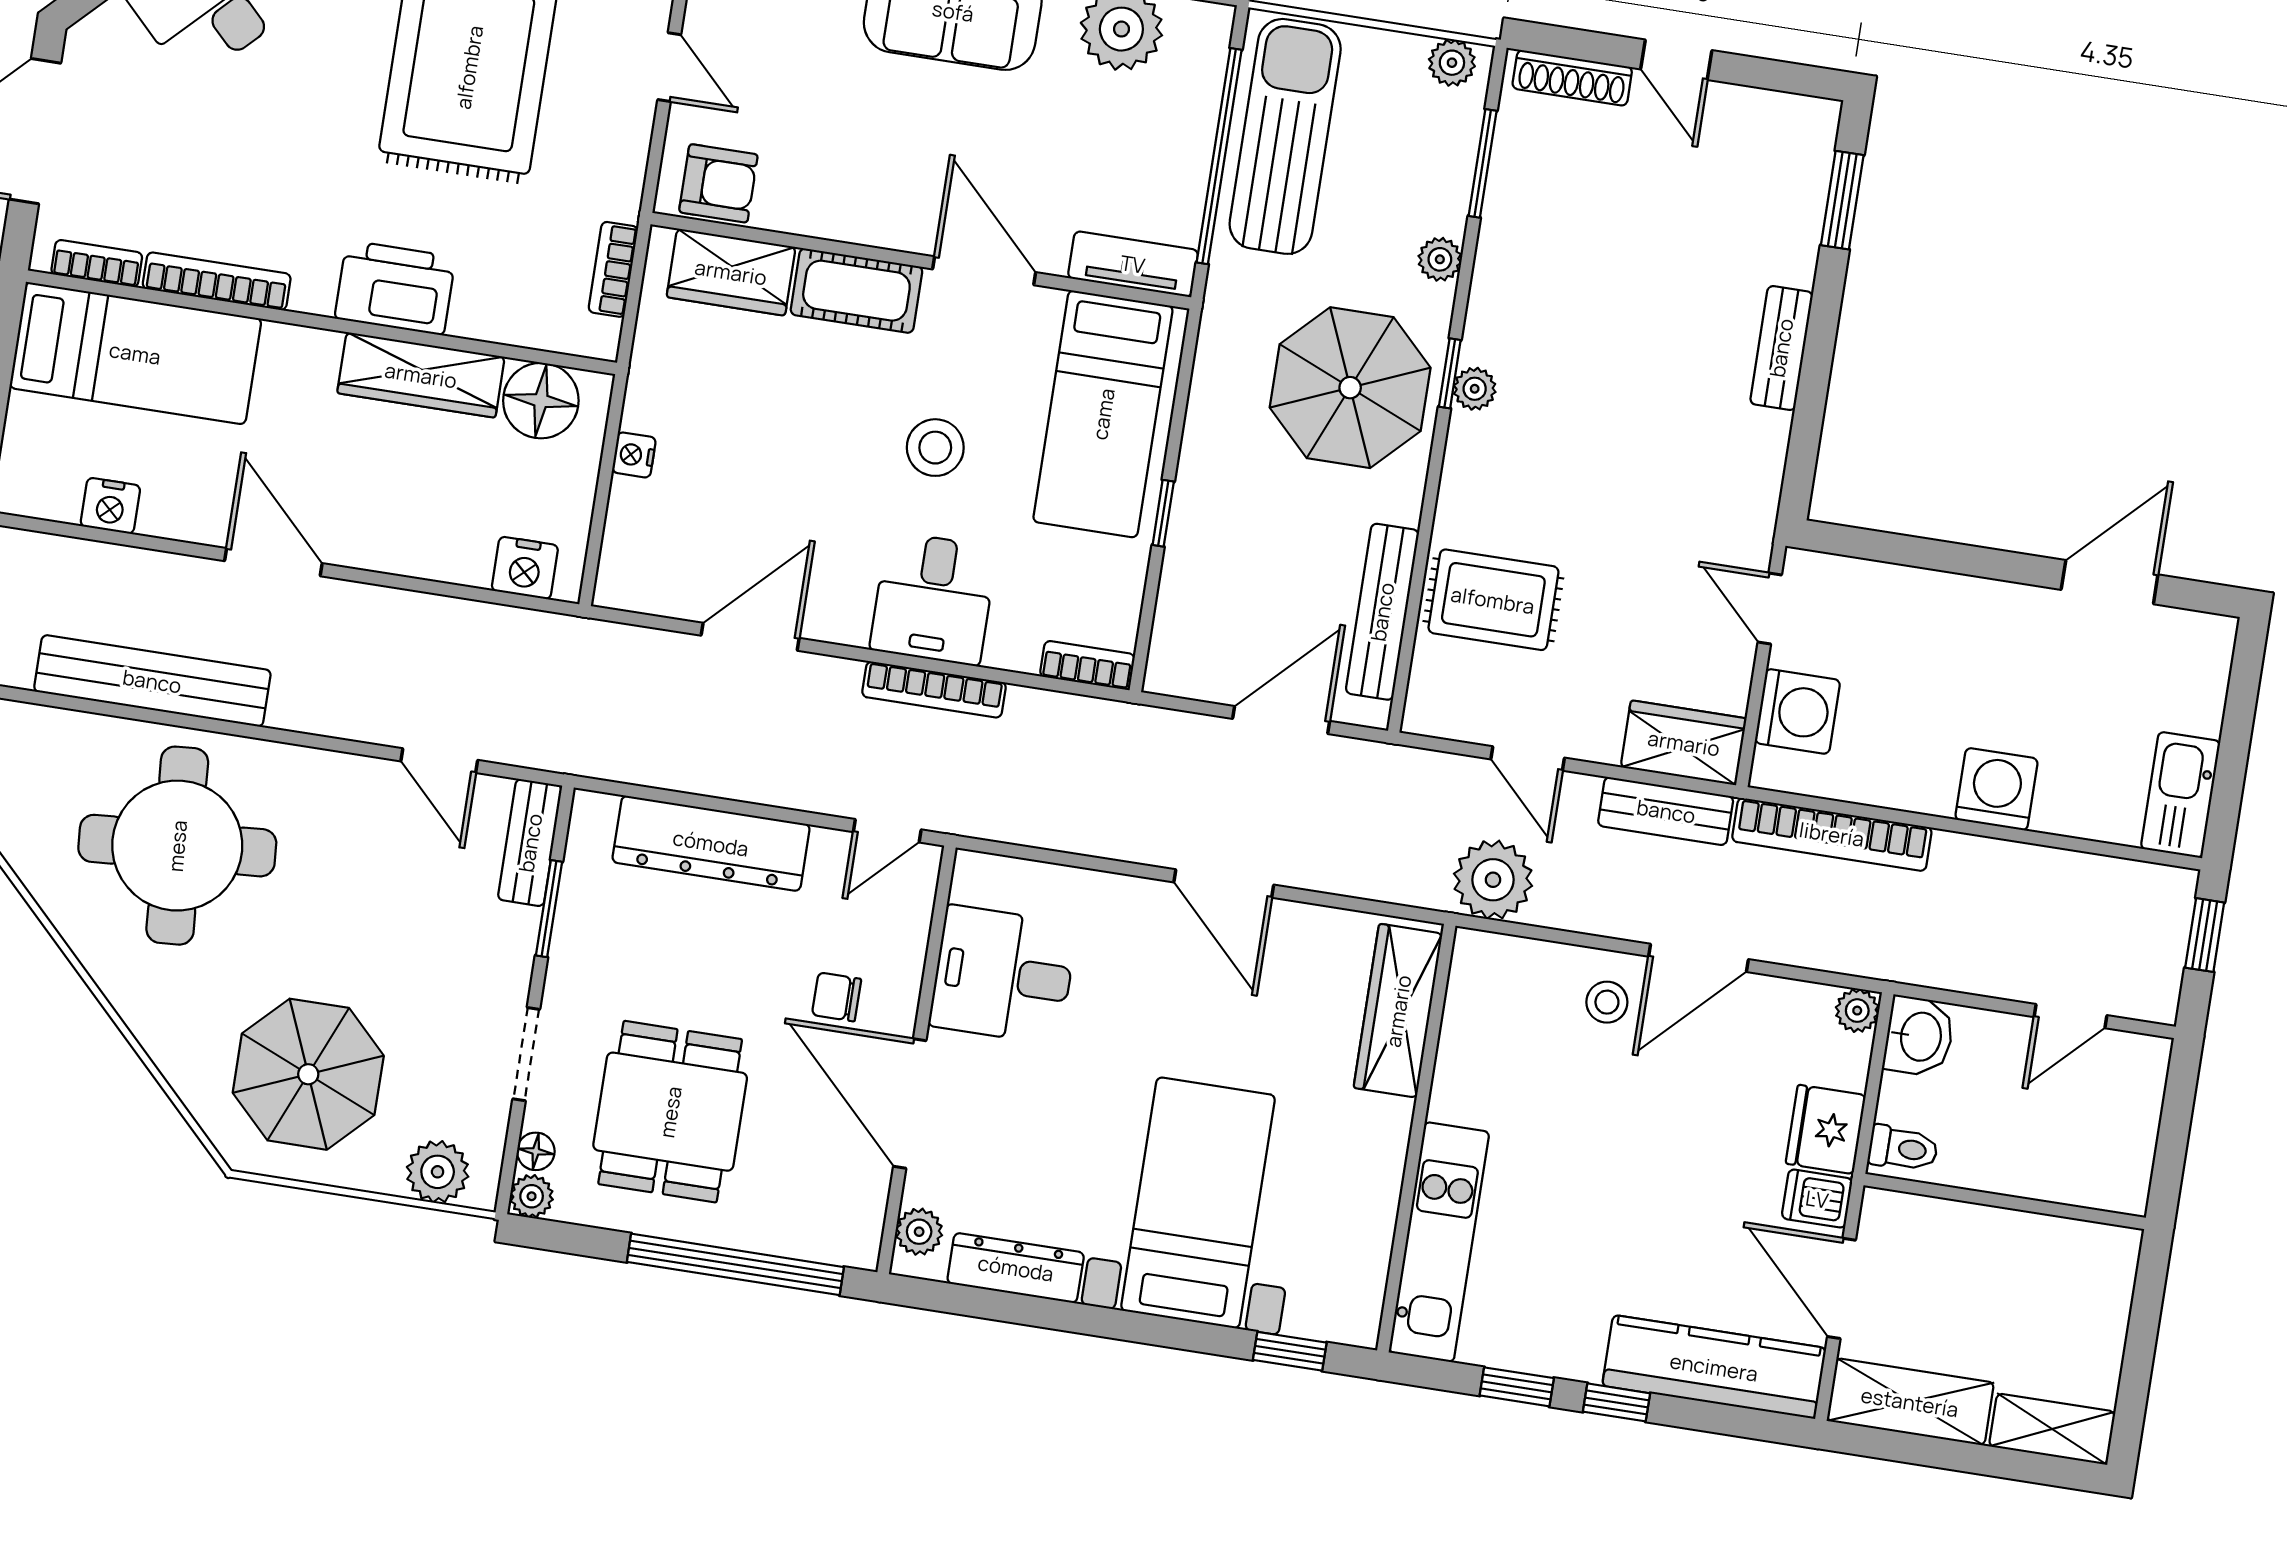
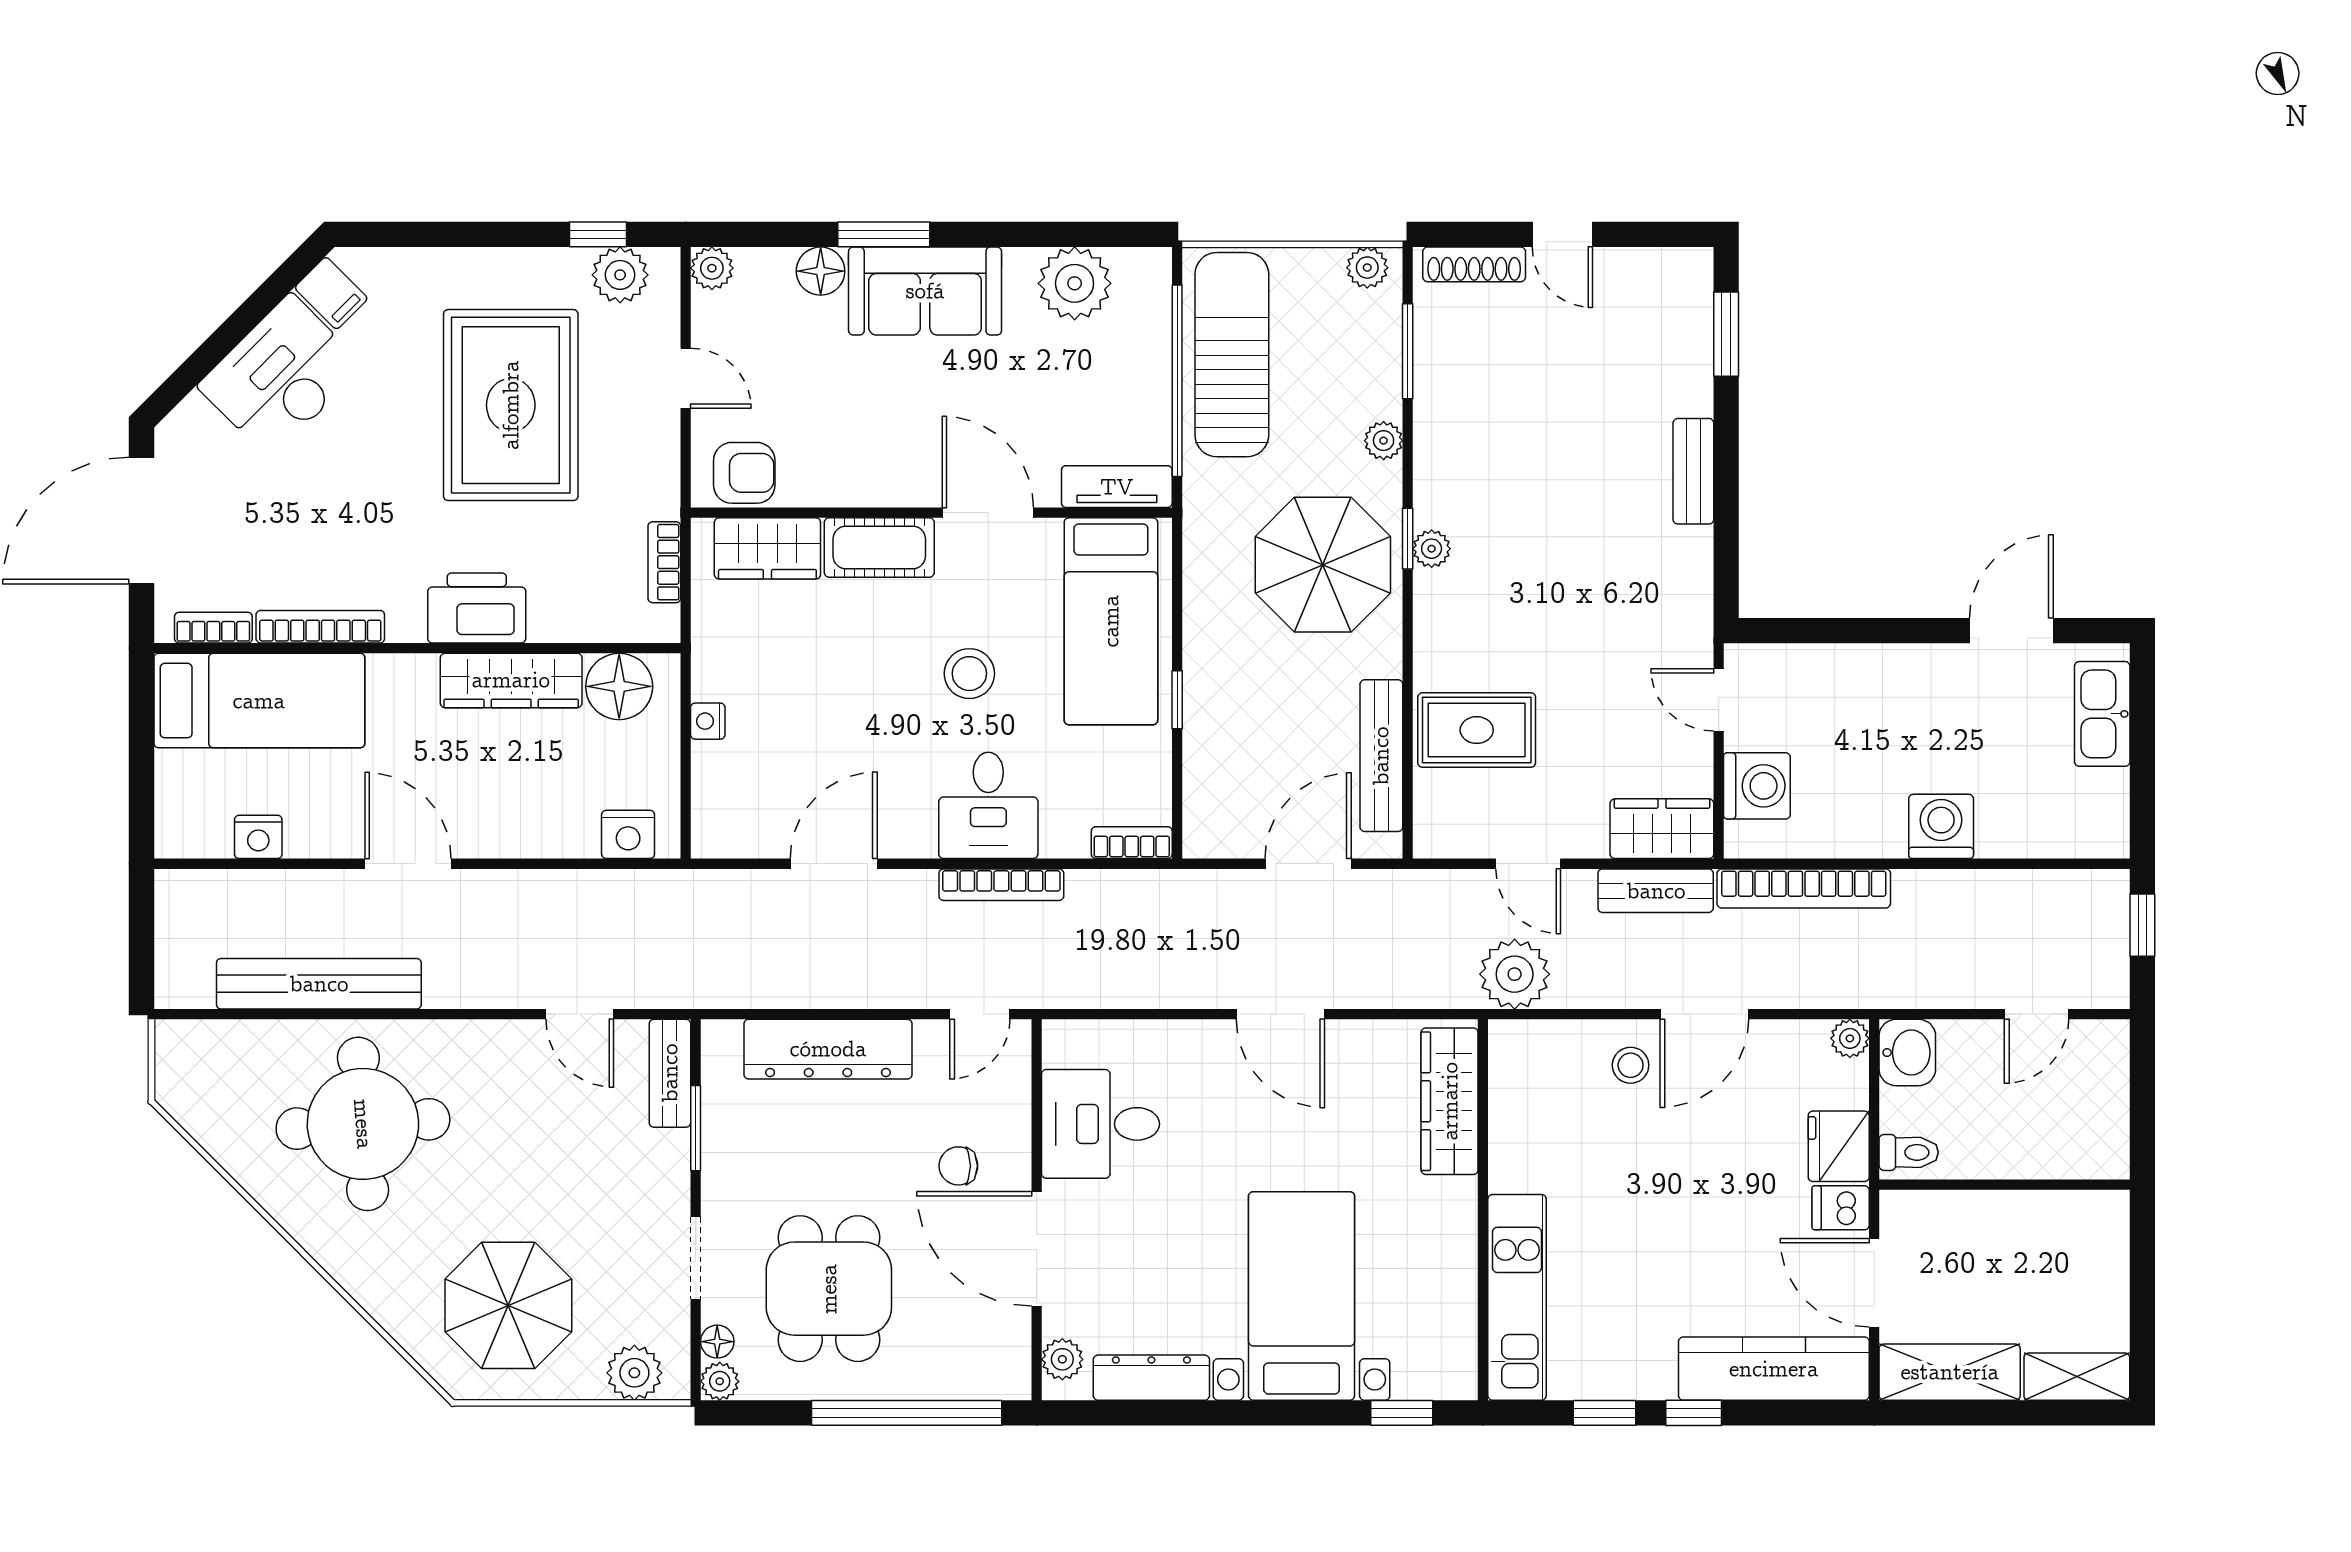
kitchen sink: (2181, 795) -> (2102, 714), moved

